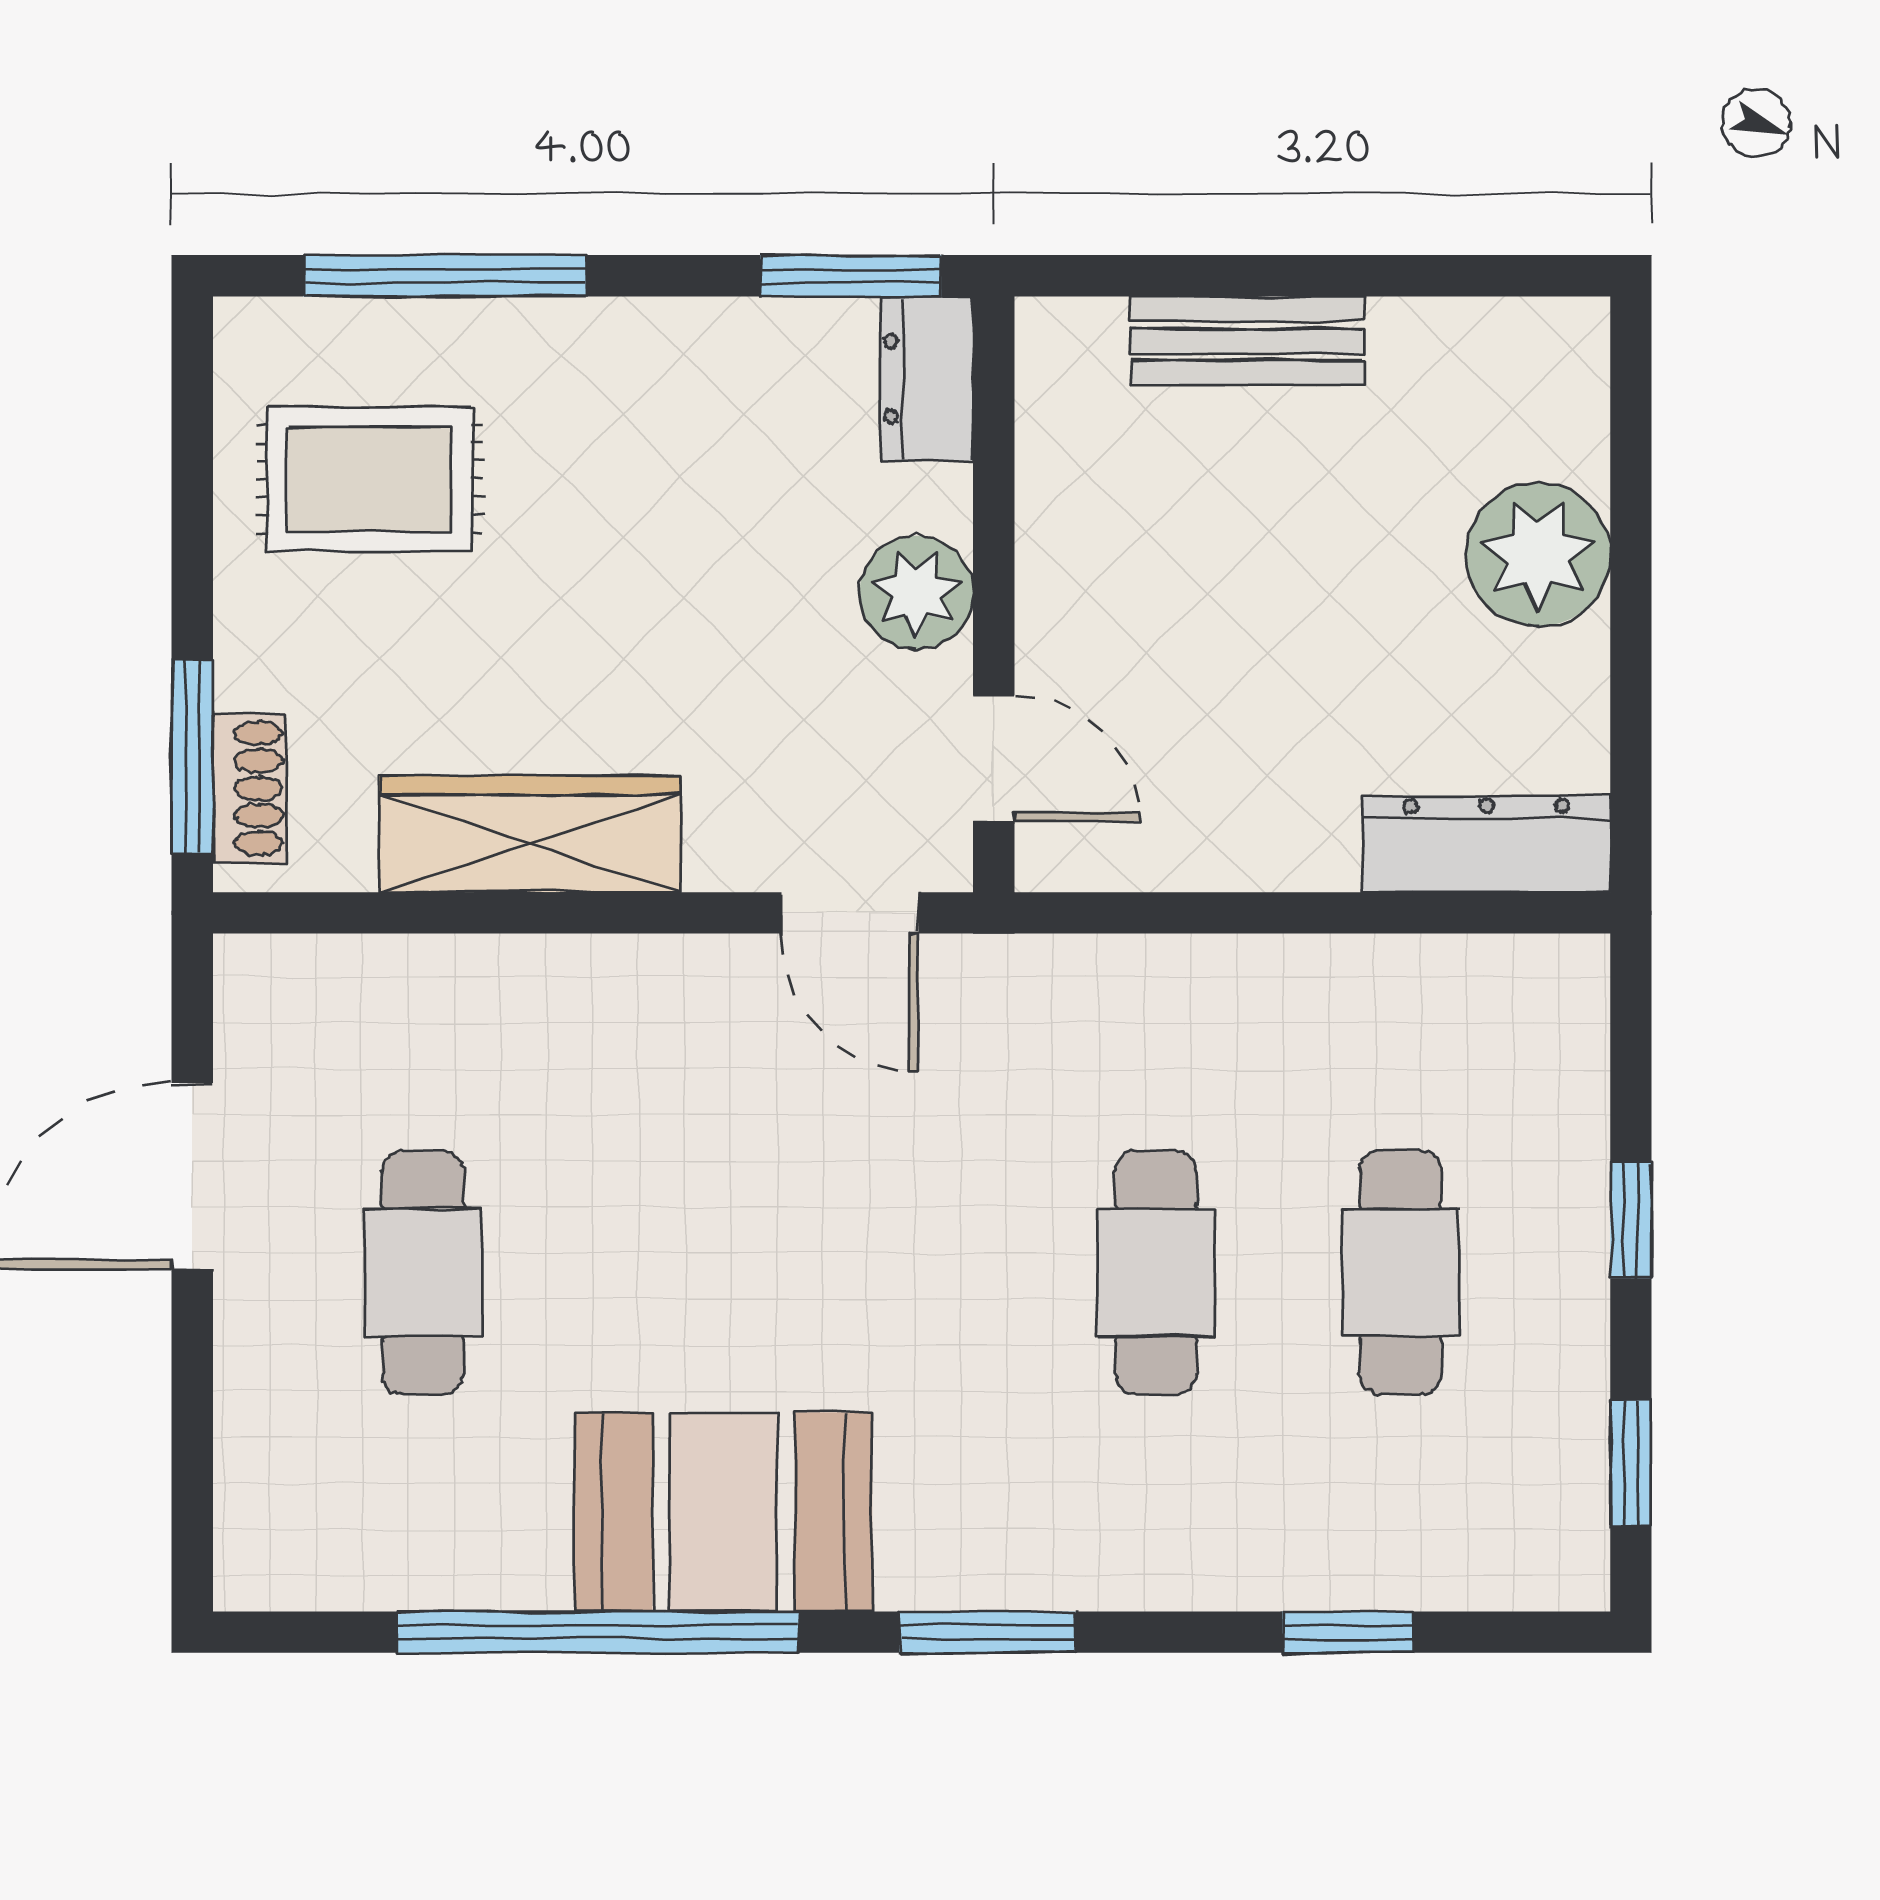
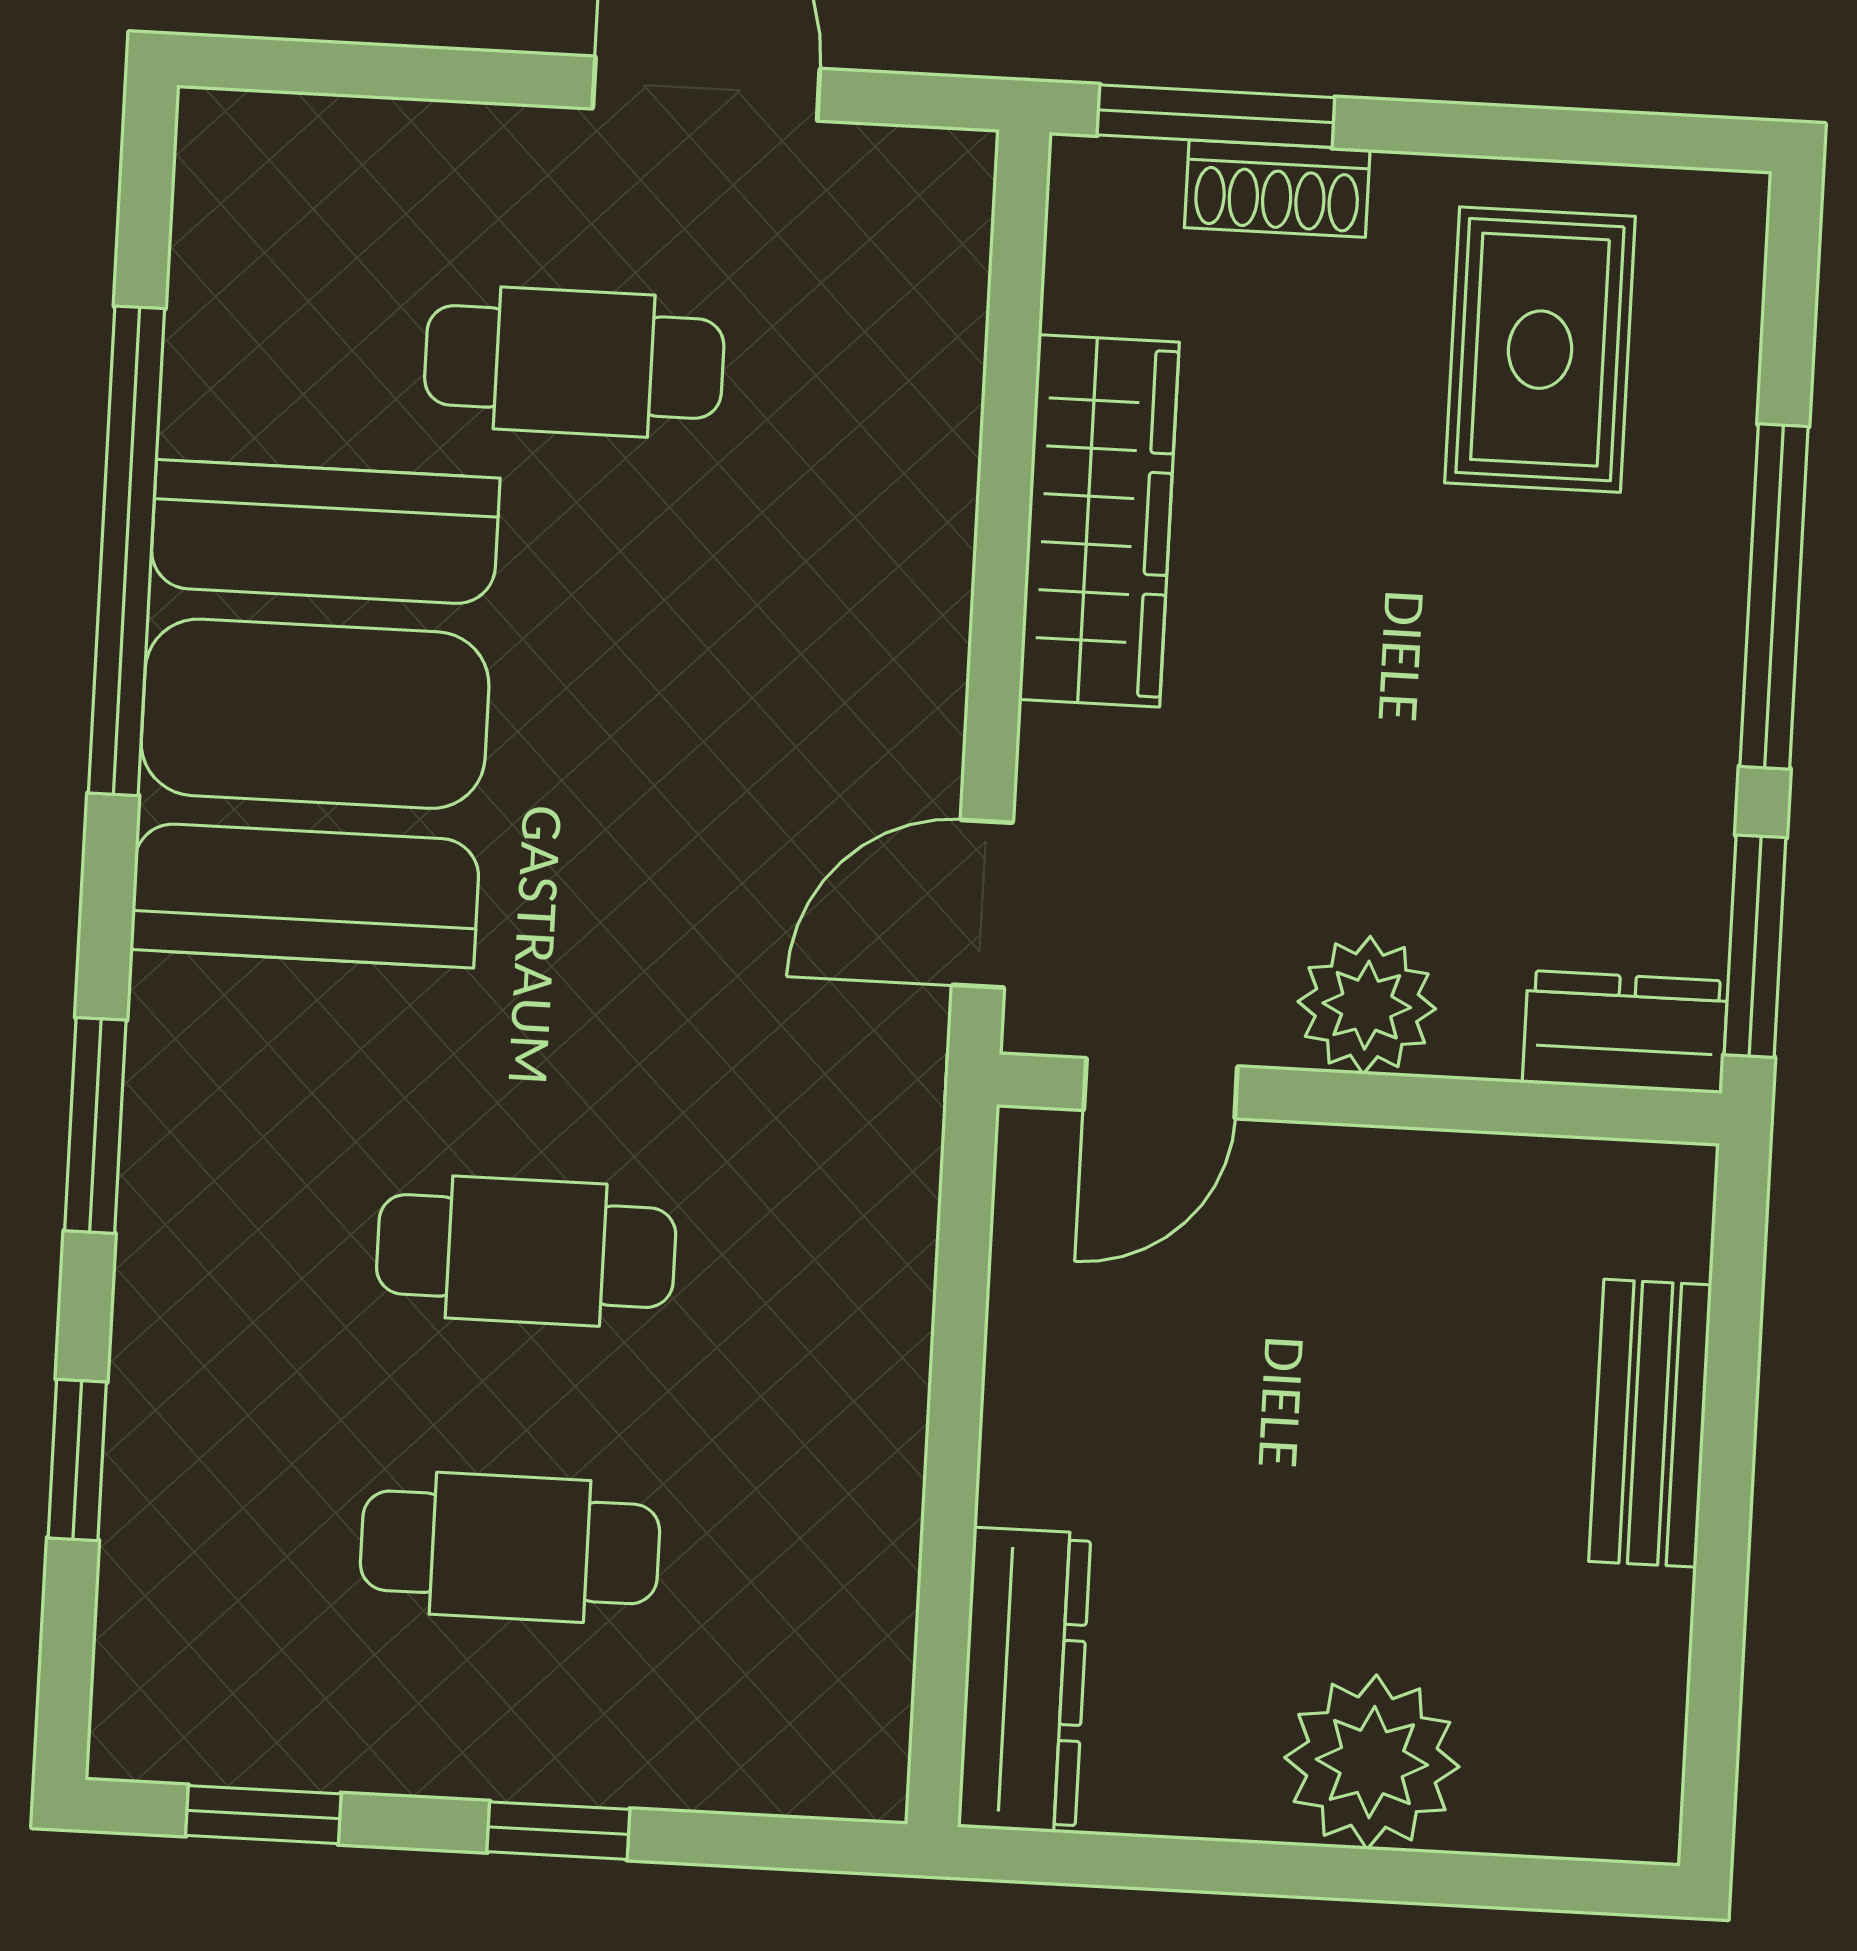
window: (444, 276) -> (1774, 597), moved
shoe rack: (249, 788) -> (1277, 189), moved
booth: (724, 1512) -> (315, 714), width x1.36, depth x1.42
window: (987, 1632) -> (95, 1125), moved

